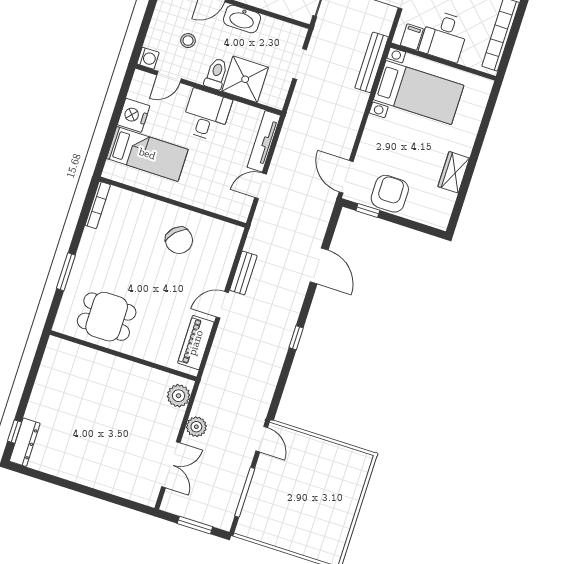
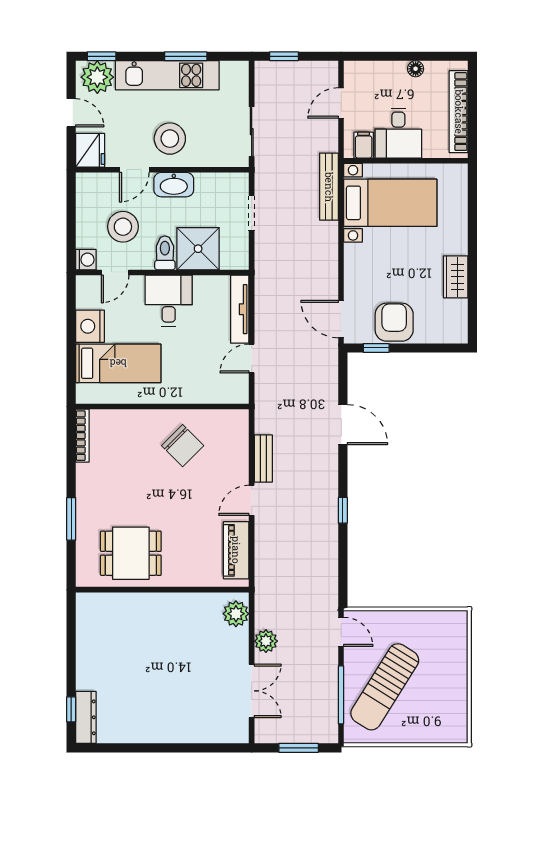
stool: (188, 41) -> (123, 227), width x1.89, depth x1.89
sun lounger: (284, 497) -> (385, 687), added

